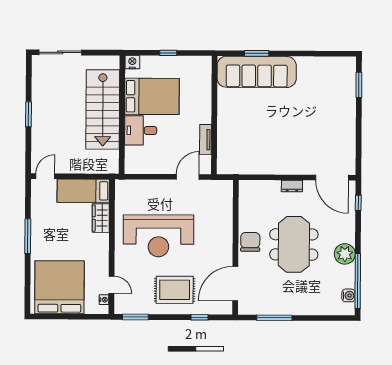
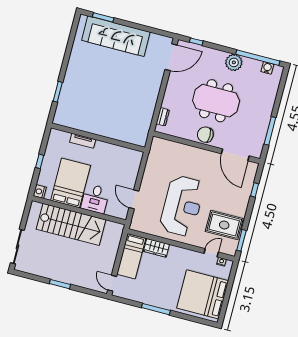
sofa: (257, 72) -> (116, 36), moved, turned 90
tv unit: (206, 140) -> (83, 141), moved
door: (188, 177) -> (134, 199), moved
dresser: (292, 186) -> (163, 117), moved
rug: (175, 290) -> (224, 225), moved, turned 90

